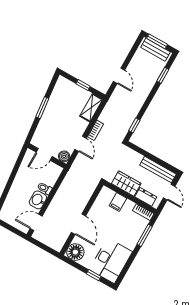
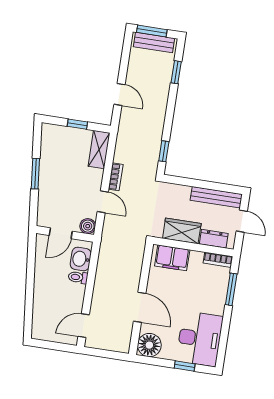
washbasin: (38, 200) -> (81, 259), moved
filing cabinet: (118, 202) -> (172, 258), width x2.00

